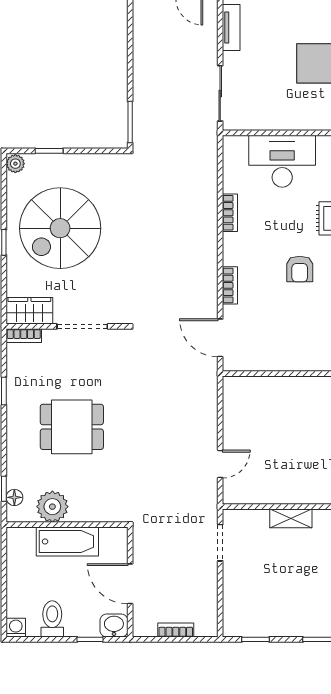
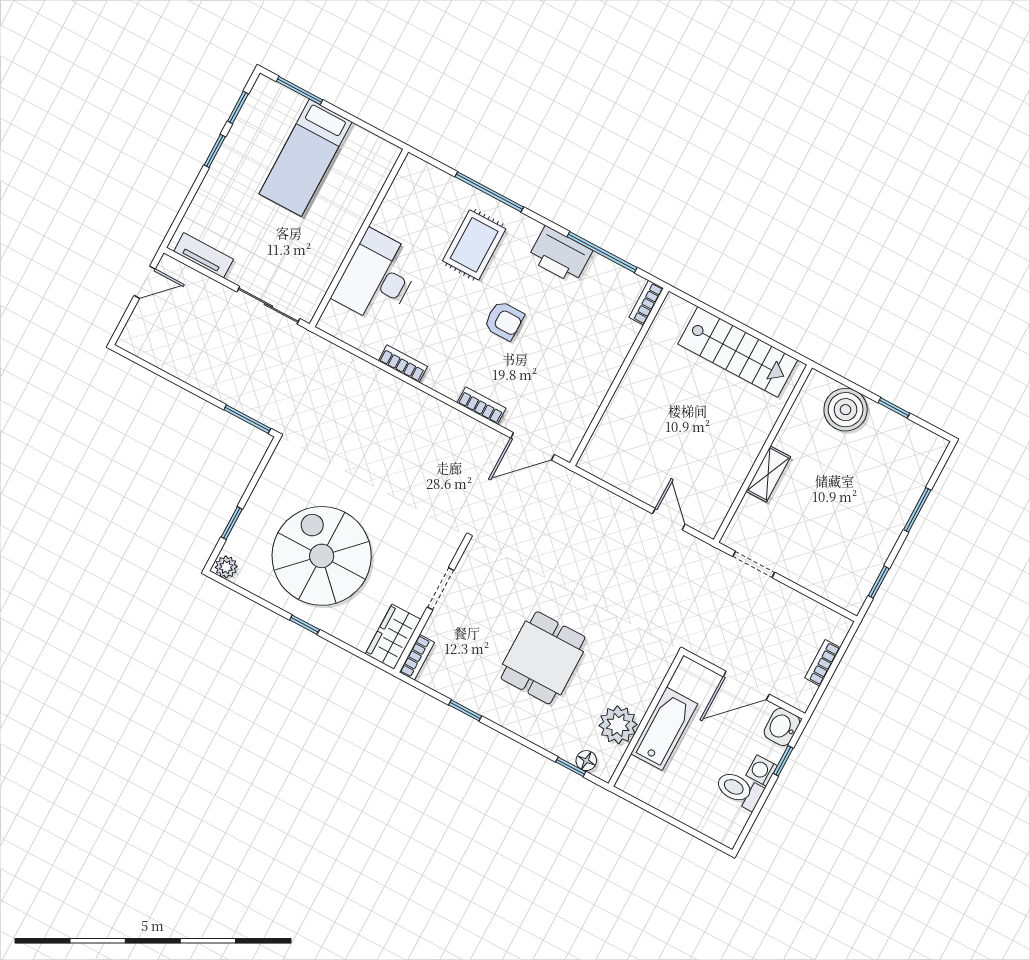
spiral stairs: (60, 228) -> (322, 556), turned 180
doorway: (82, 326) -> (441, 589), width x0.73
washing machine: (16, 628) -> (762, 771), moved

